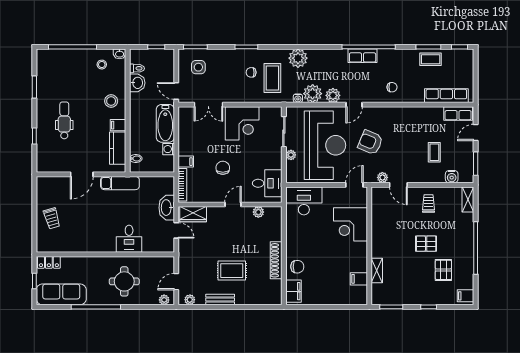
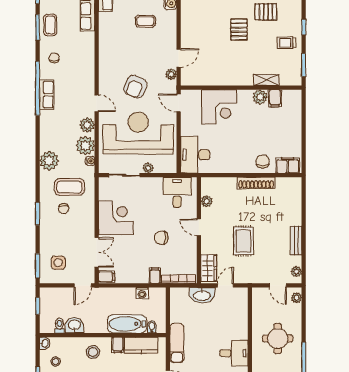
chair: (392, 87) -> (54, 58), moved
filing cabinet: (185, 114) -> (107, 277), added
bathtub: (165, 123) -> (127, 324), moved, turned 180
trolley: (429, 204) -> (286, 43), moved
desk: (129, 239) -> (234, 353), moved
plant: (360, 264) -> (260, 97), added
rug: (232, 271) -> (243, 241), moved

